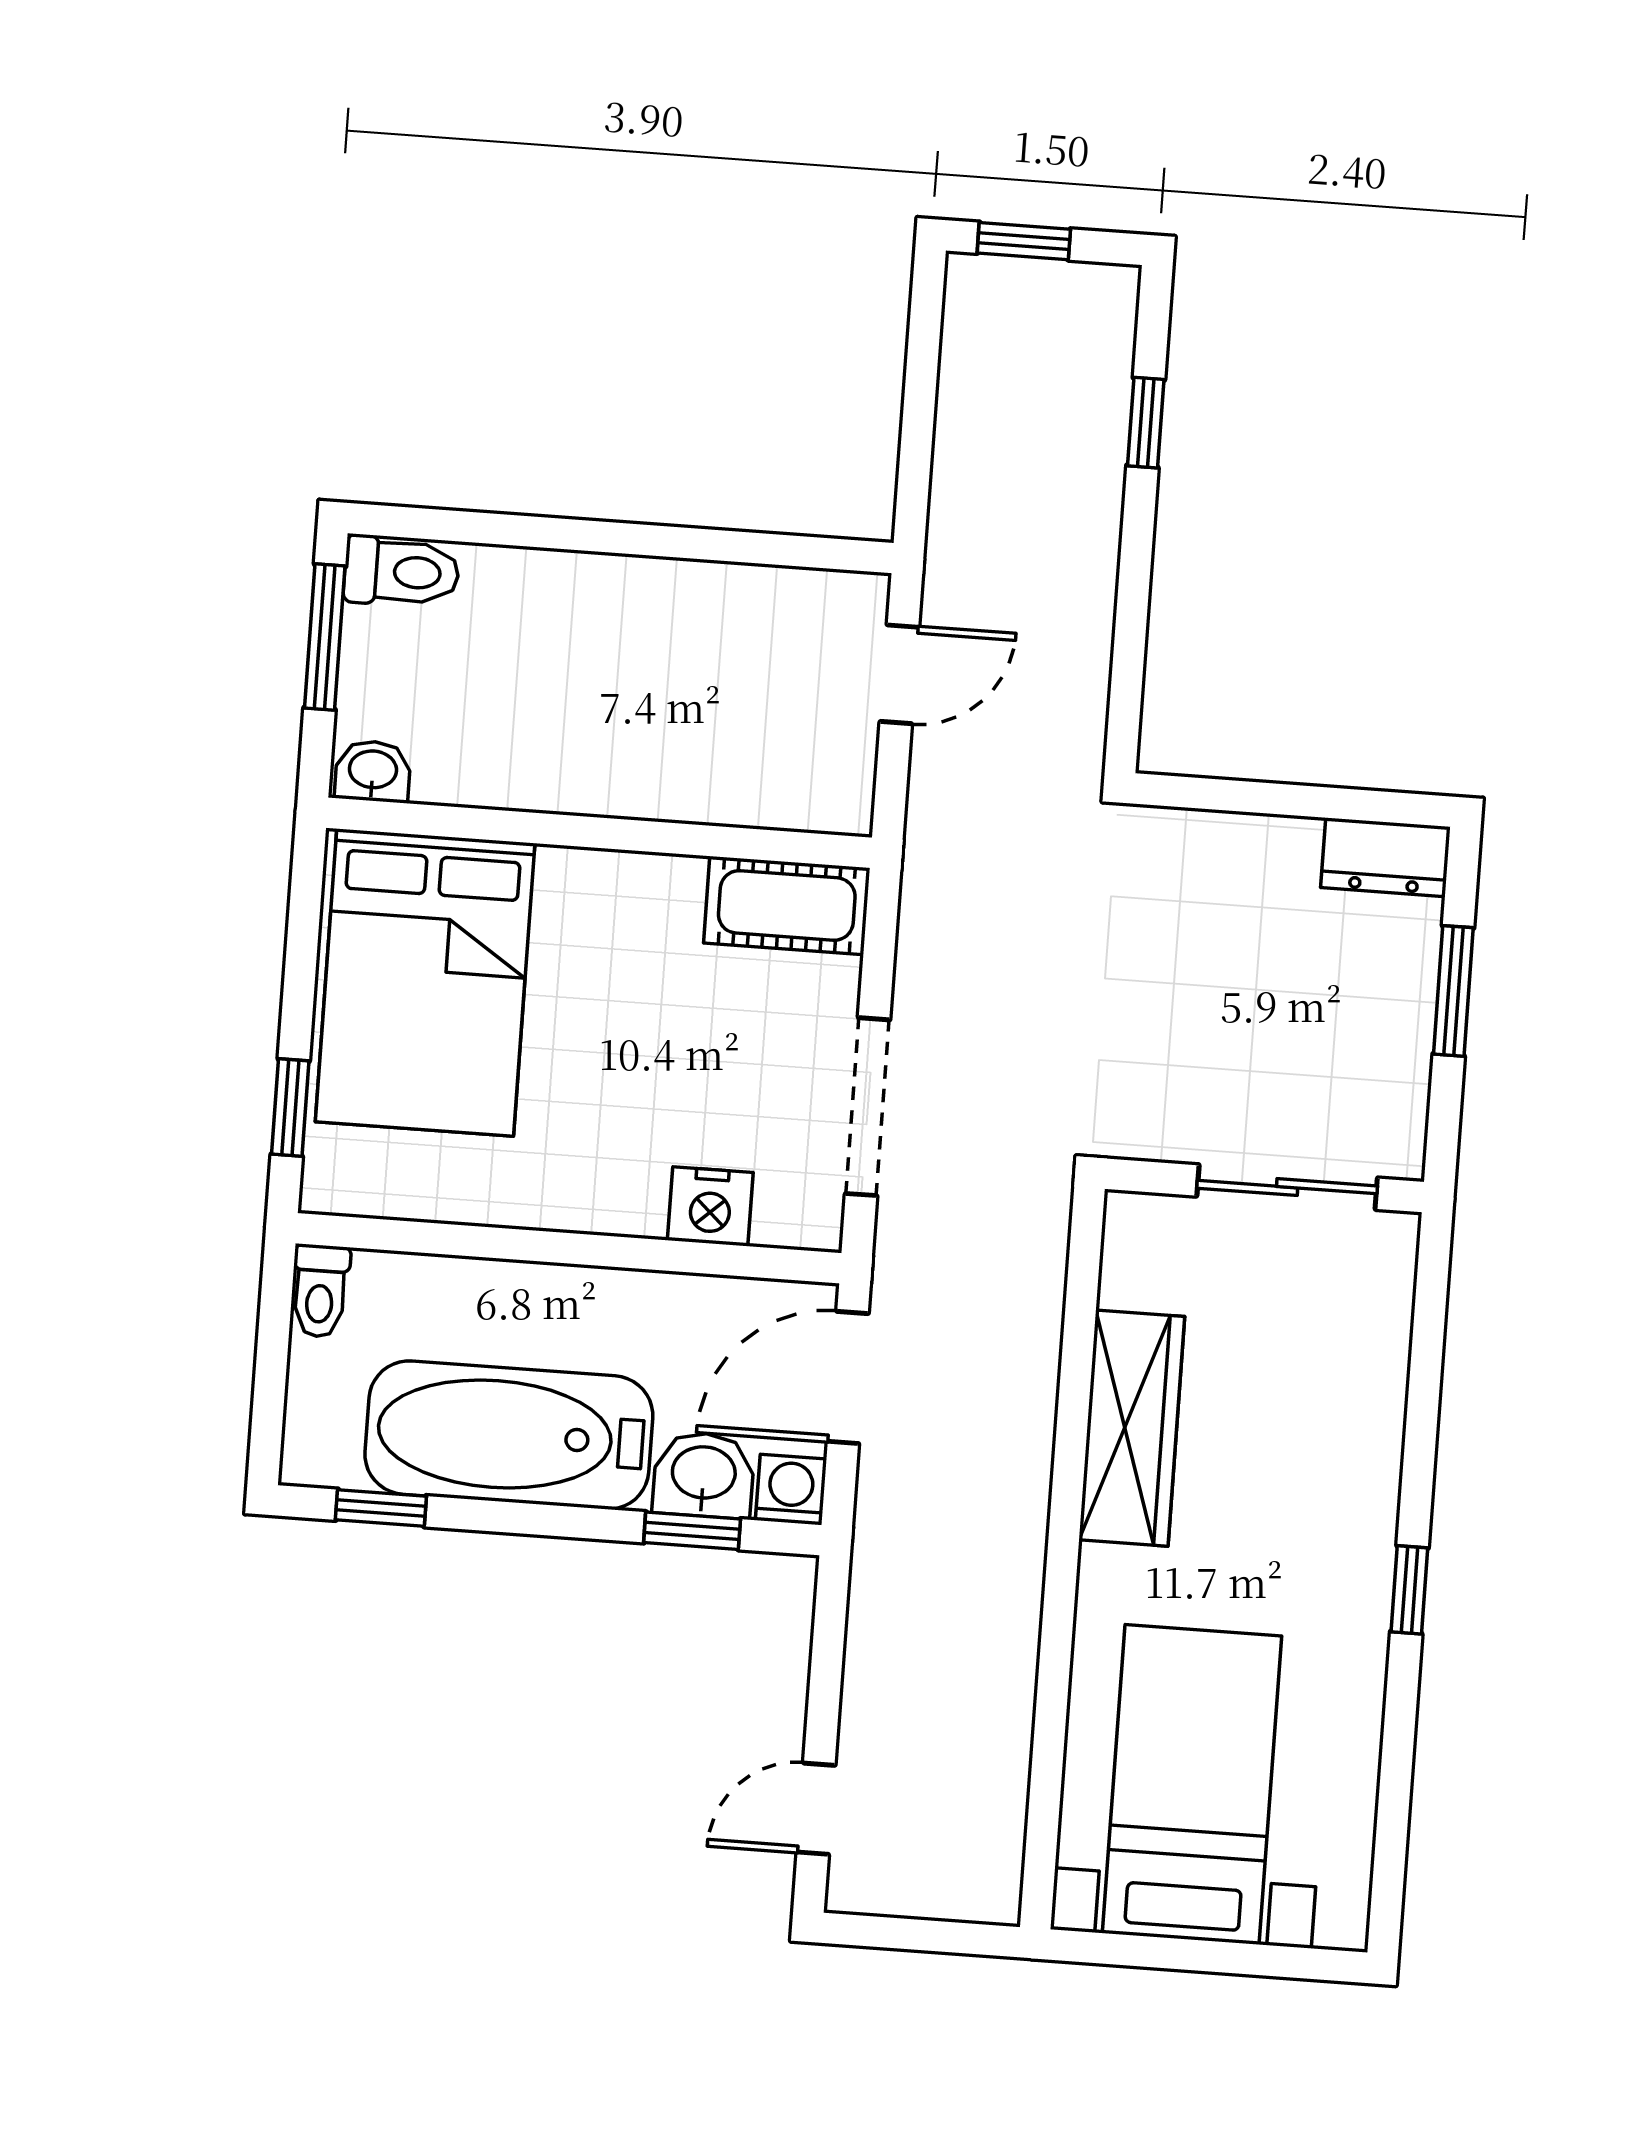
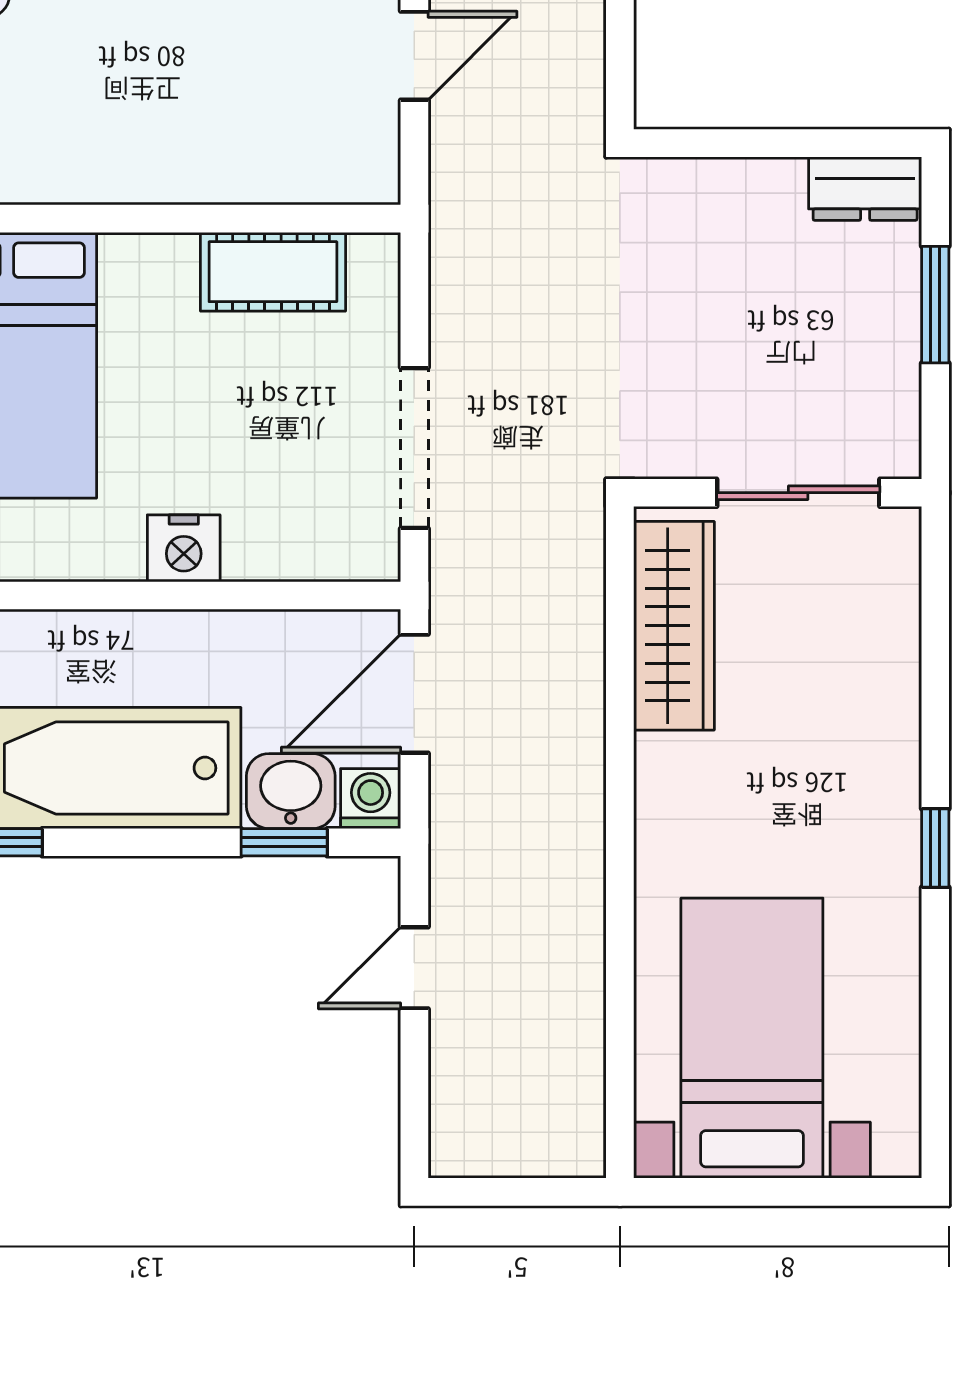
cot: (787, 905) -> (273, 272), moved
nightstand: (710, 1206) -> (184, 548), moved
wardrobe: (1132, 1428) -> (674, 626), moved
door: (816, 1809) -> (414, 968), moved

